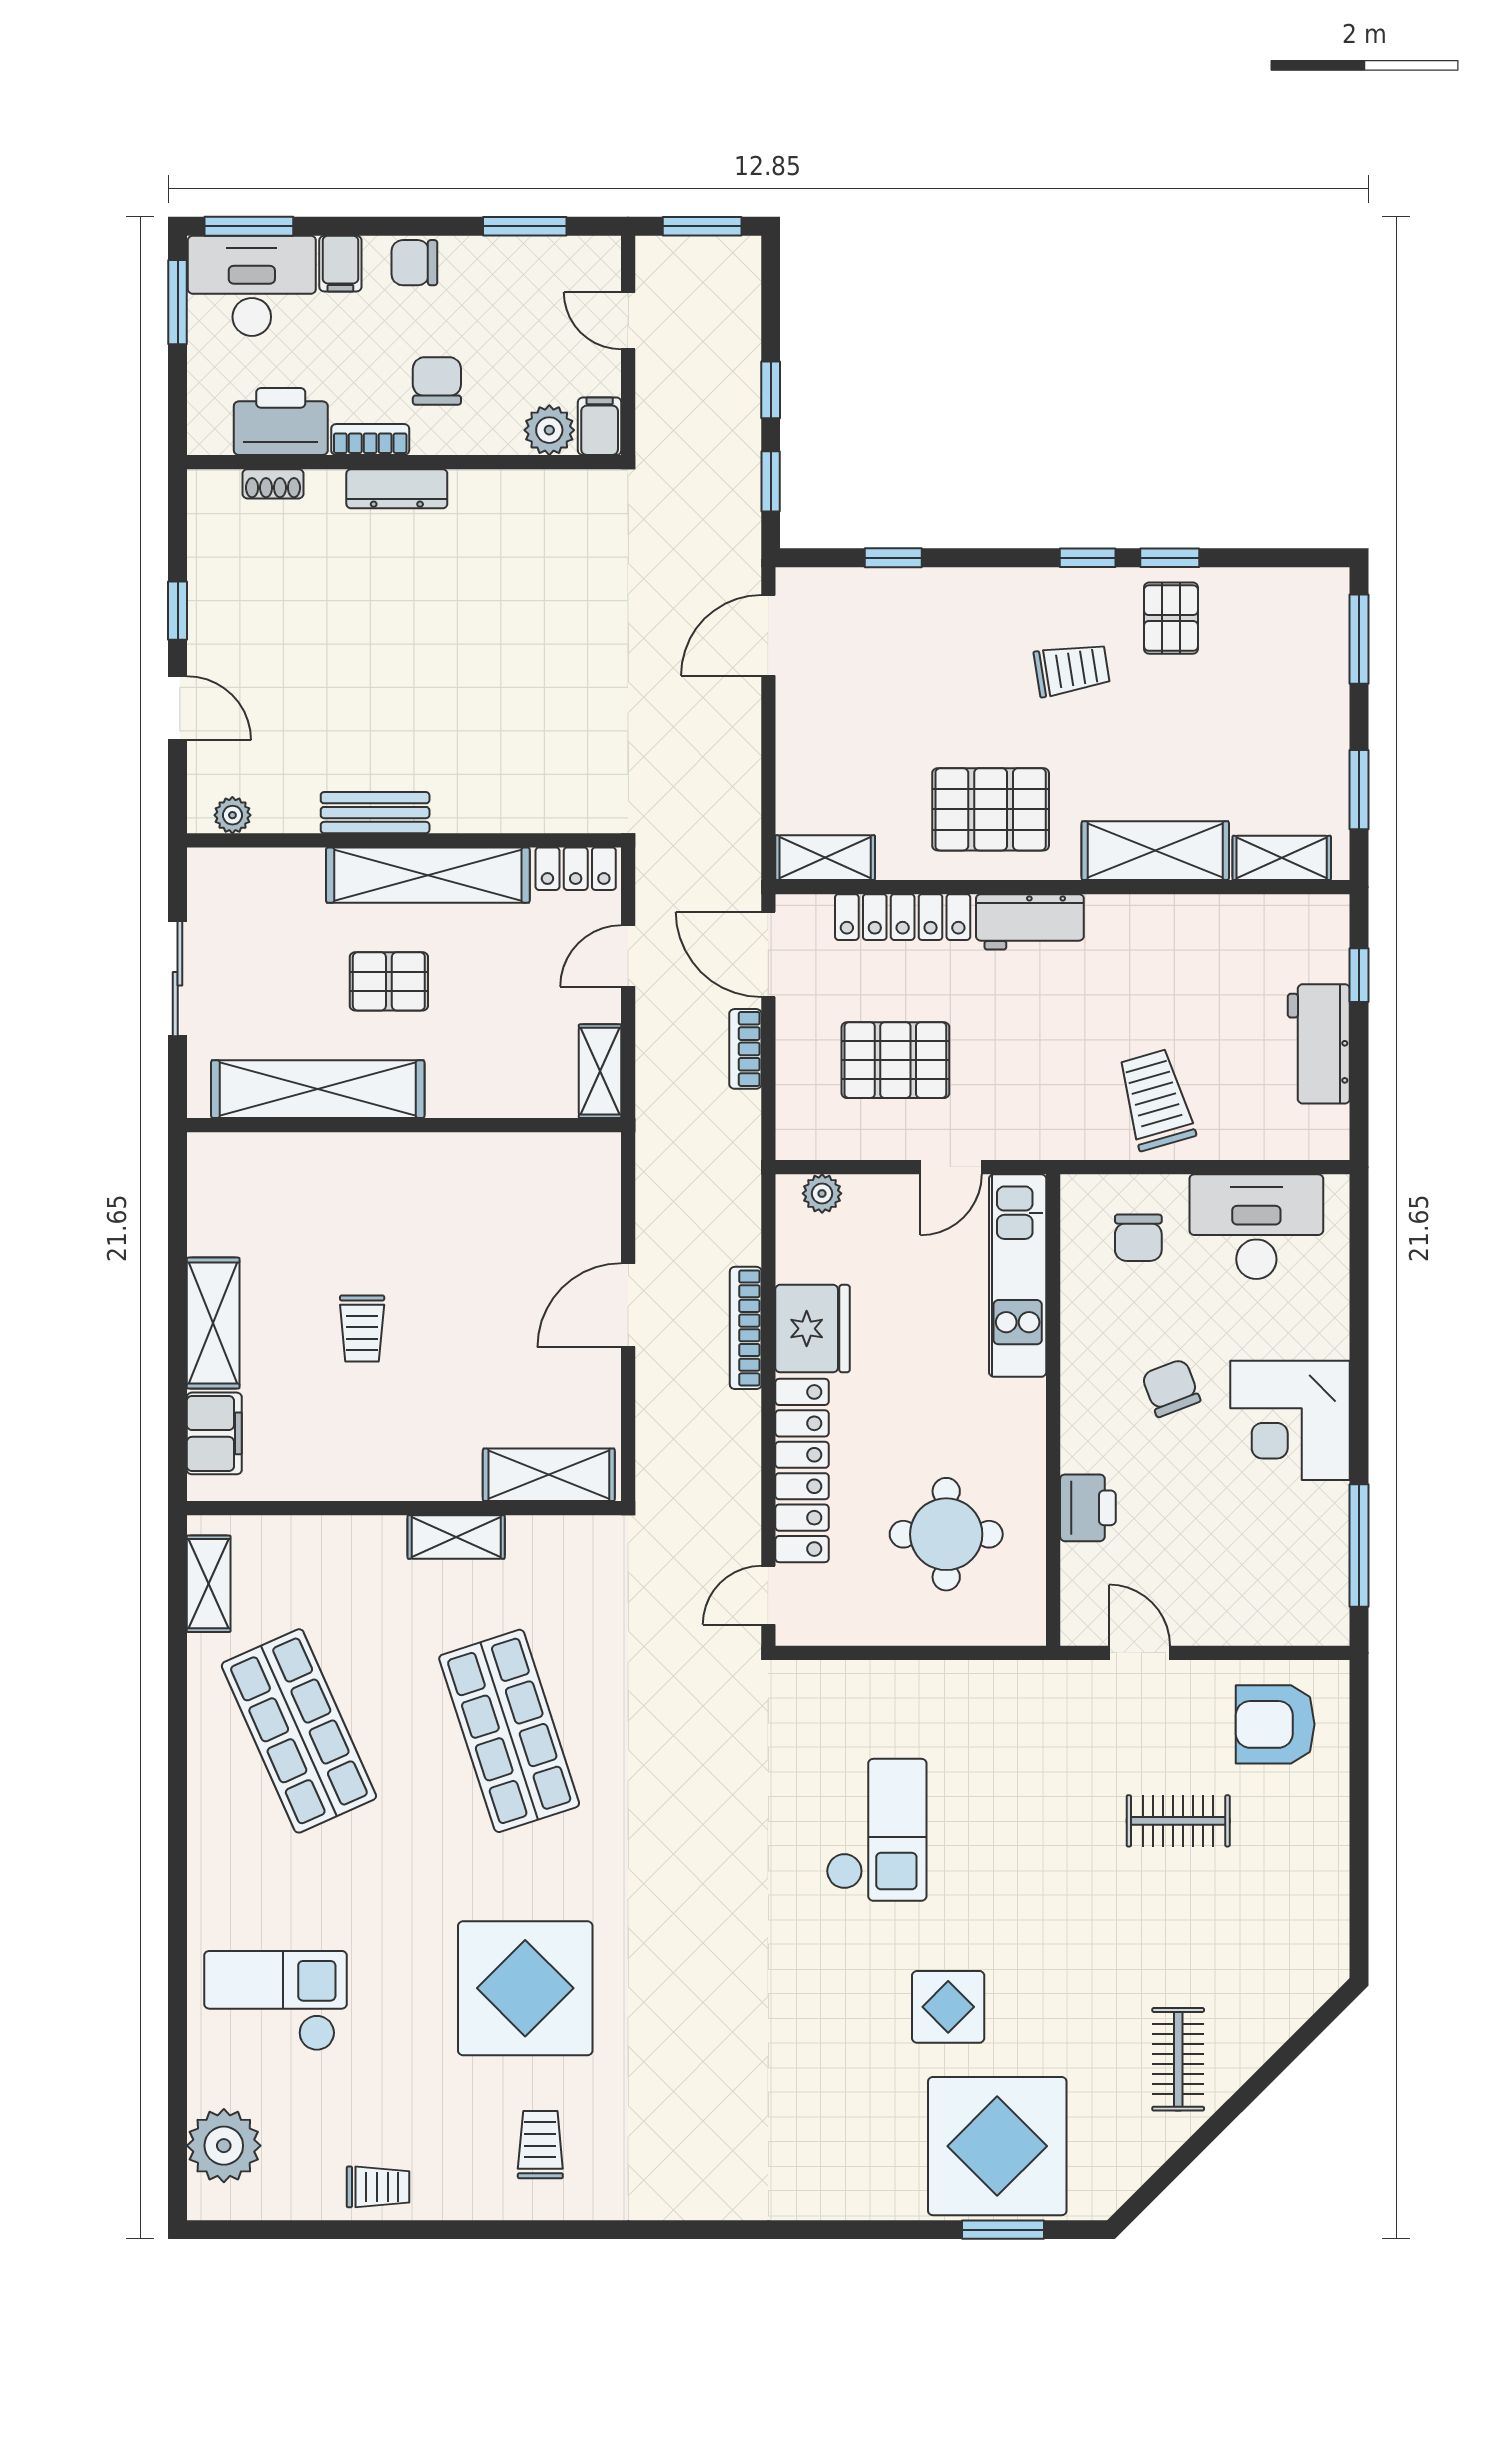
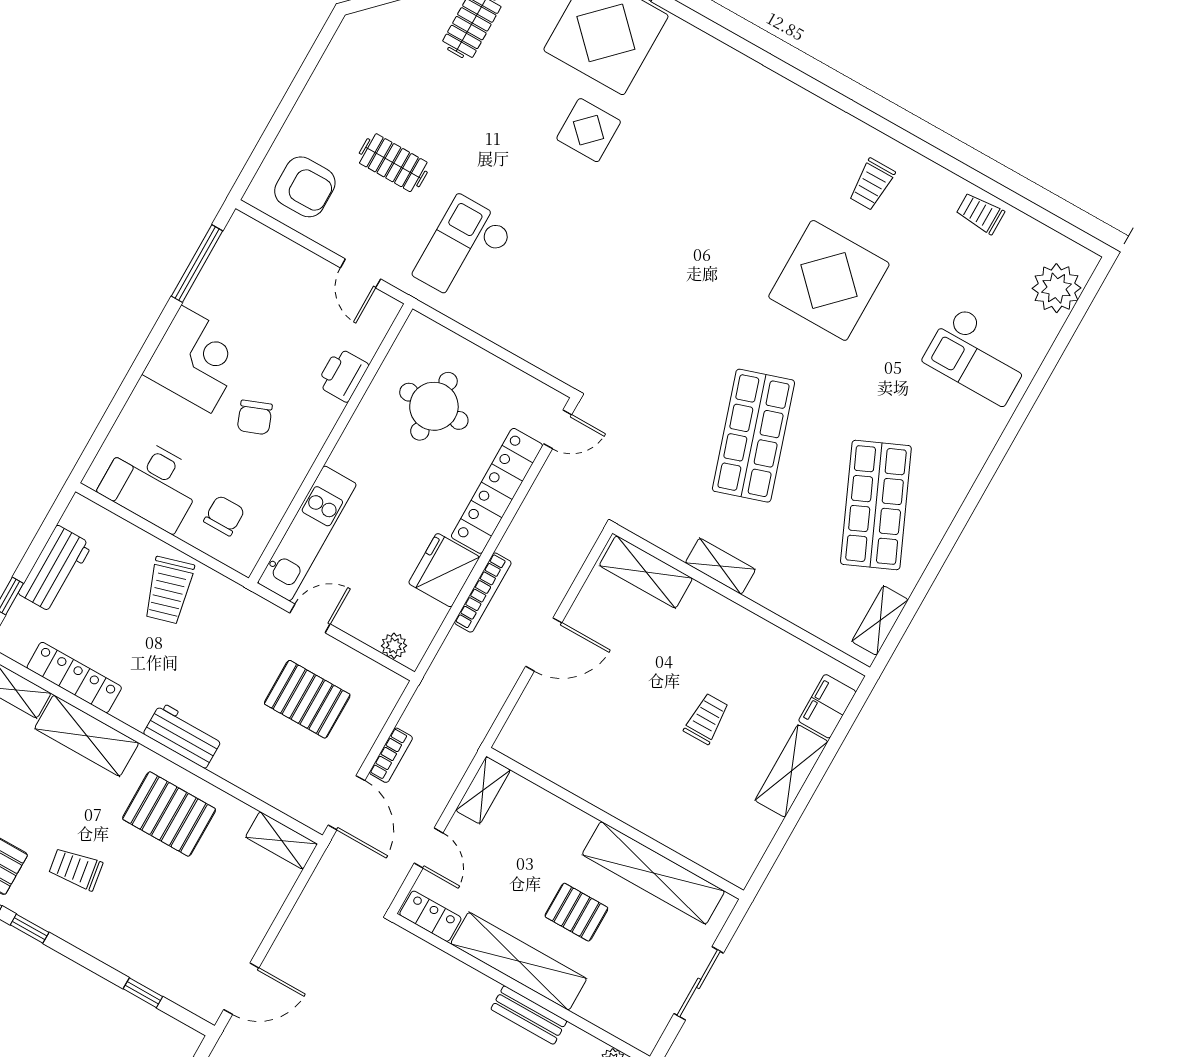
locker: (903, 917) -> (74, 677), moved
door: (628, 956) -> (429, 848), hinge flipped
checkout: (876, 1830) -> (463, 250), moved

